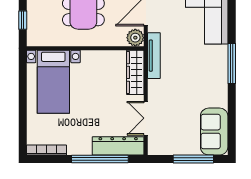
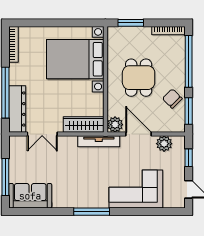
window: (23, 20) -> (131, 23), width x1.50
bed with nightstands: (53, 82) -> (75, 59), width x1.36
double door: (146, 118) -> (42, 134), swing flipped

